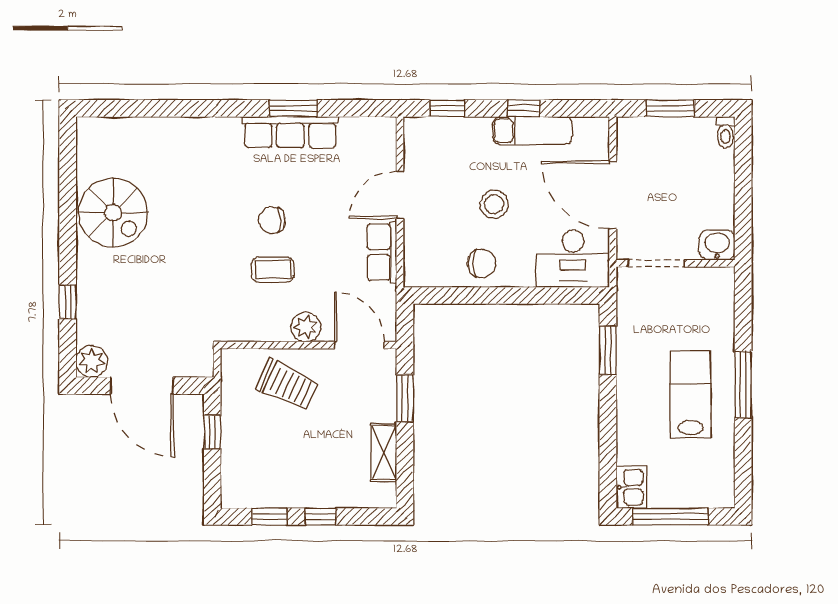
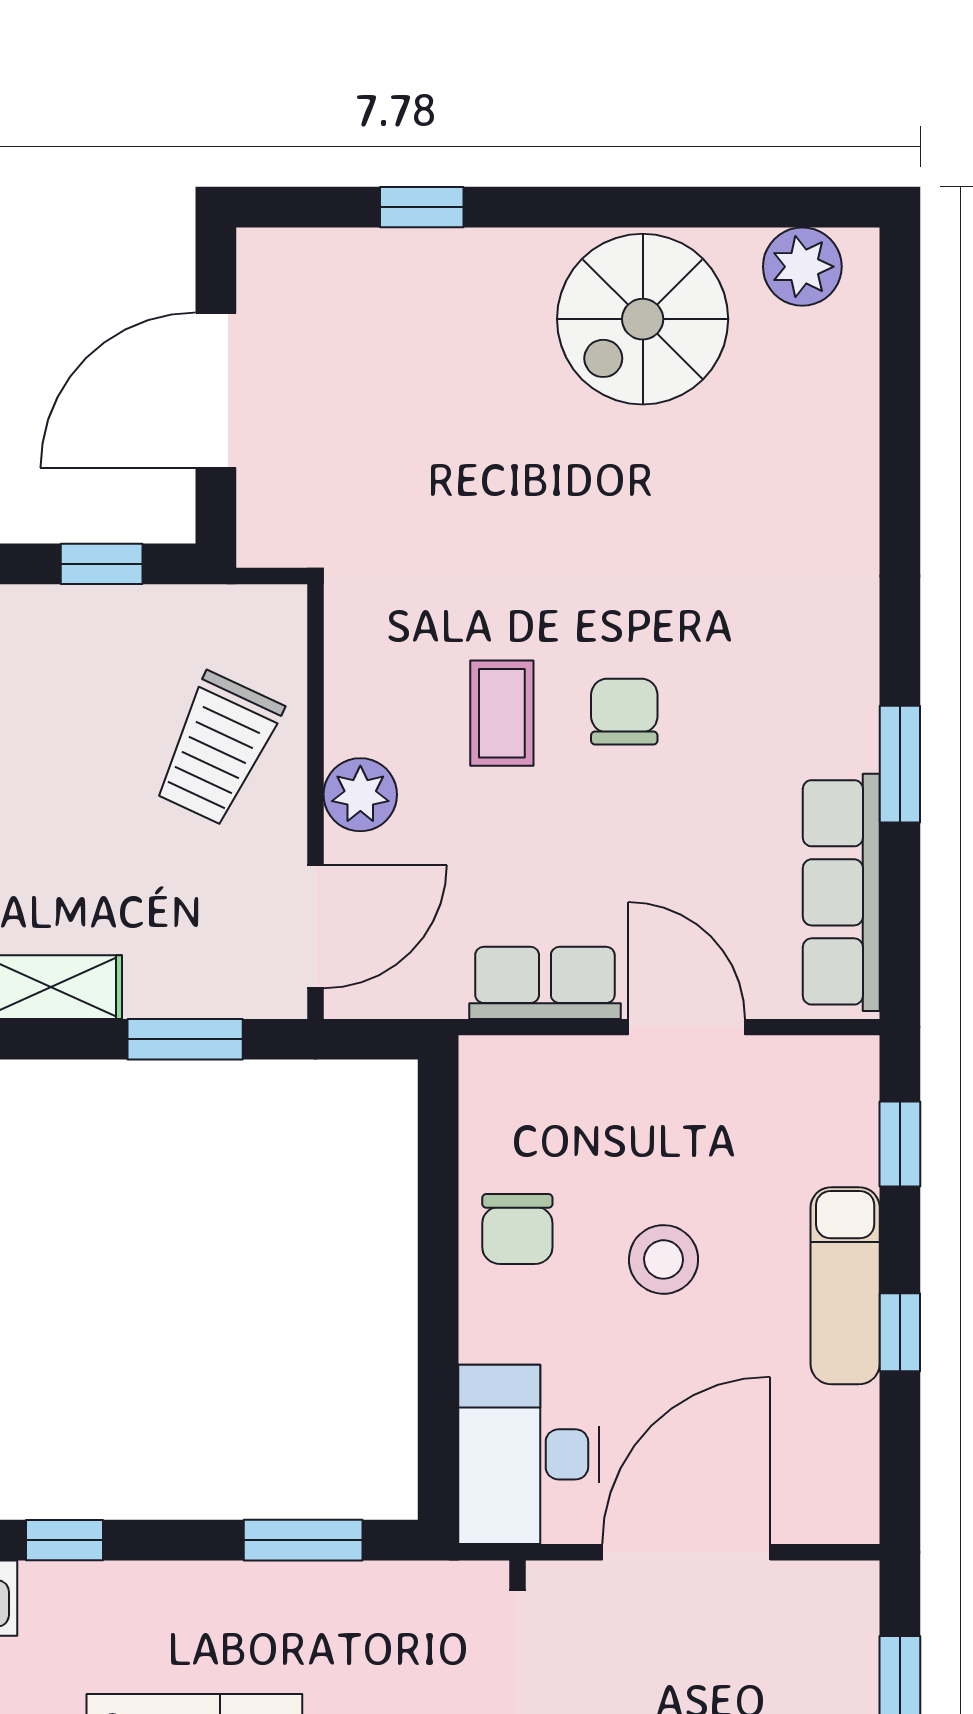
exam couch: (532, 131) -> (845, 1286), moved
row of seats: (290, 132) -> (841, 892), moved
plant: (92, 361) -> (802, 267), moved
window: (608, 447) -> (64, 1540), added

